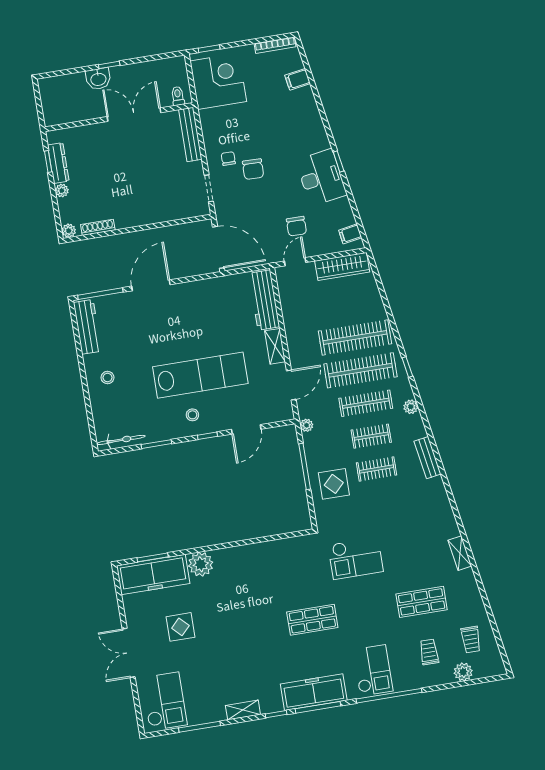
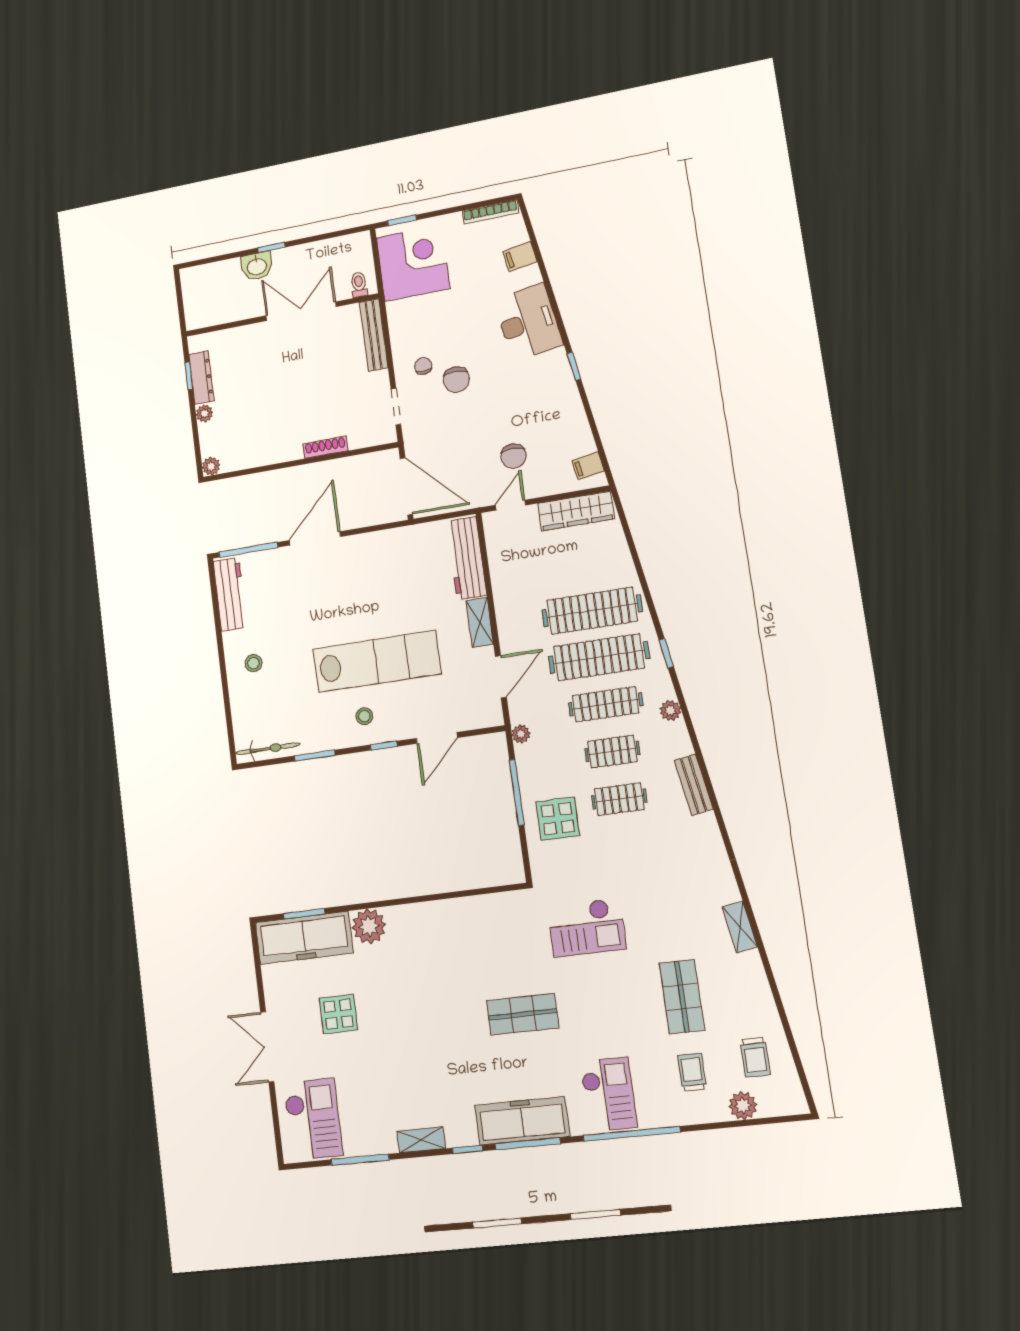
desk: (321, 178) -> (528, 322), moved
shoe rack: (98, 227) -> (325, 447), moved
shop shelf: (422, 602) -> (682, 997), turned 90

